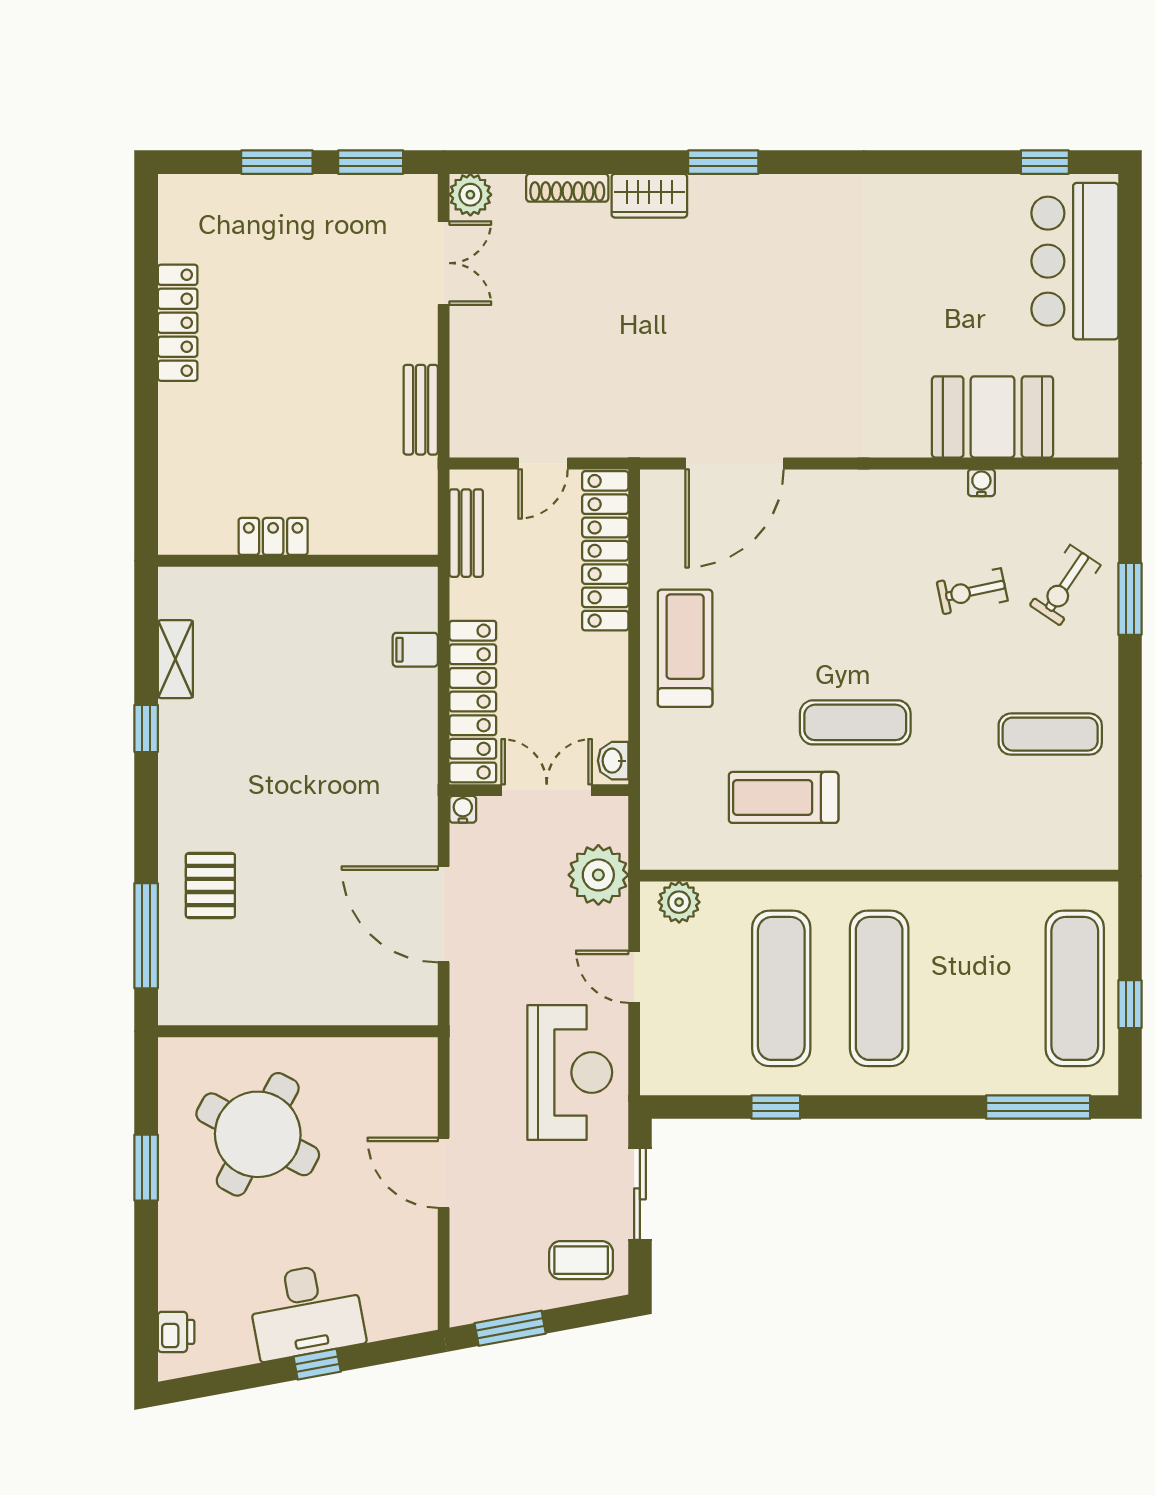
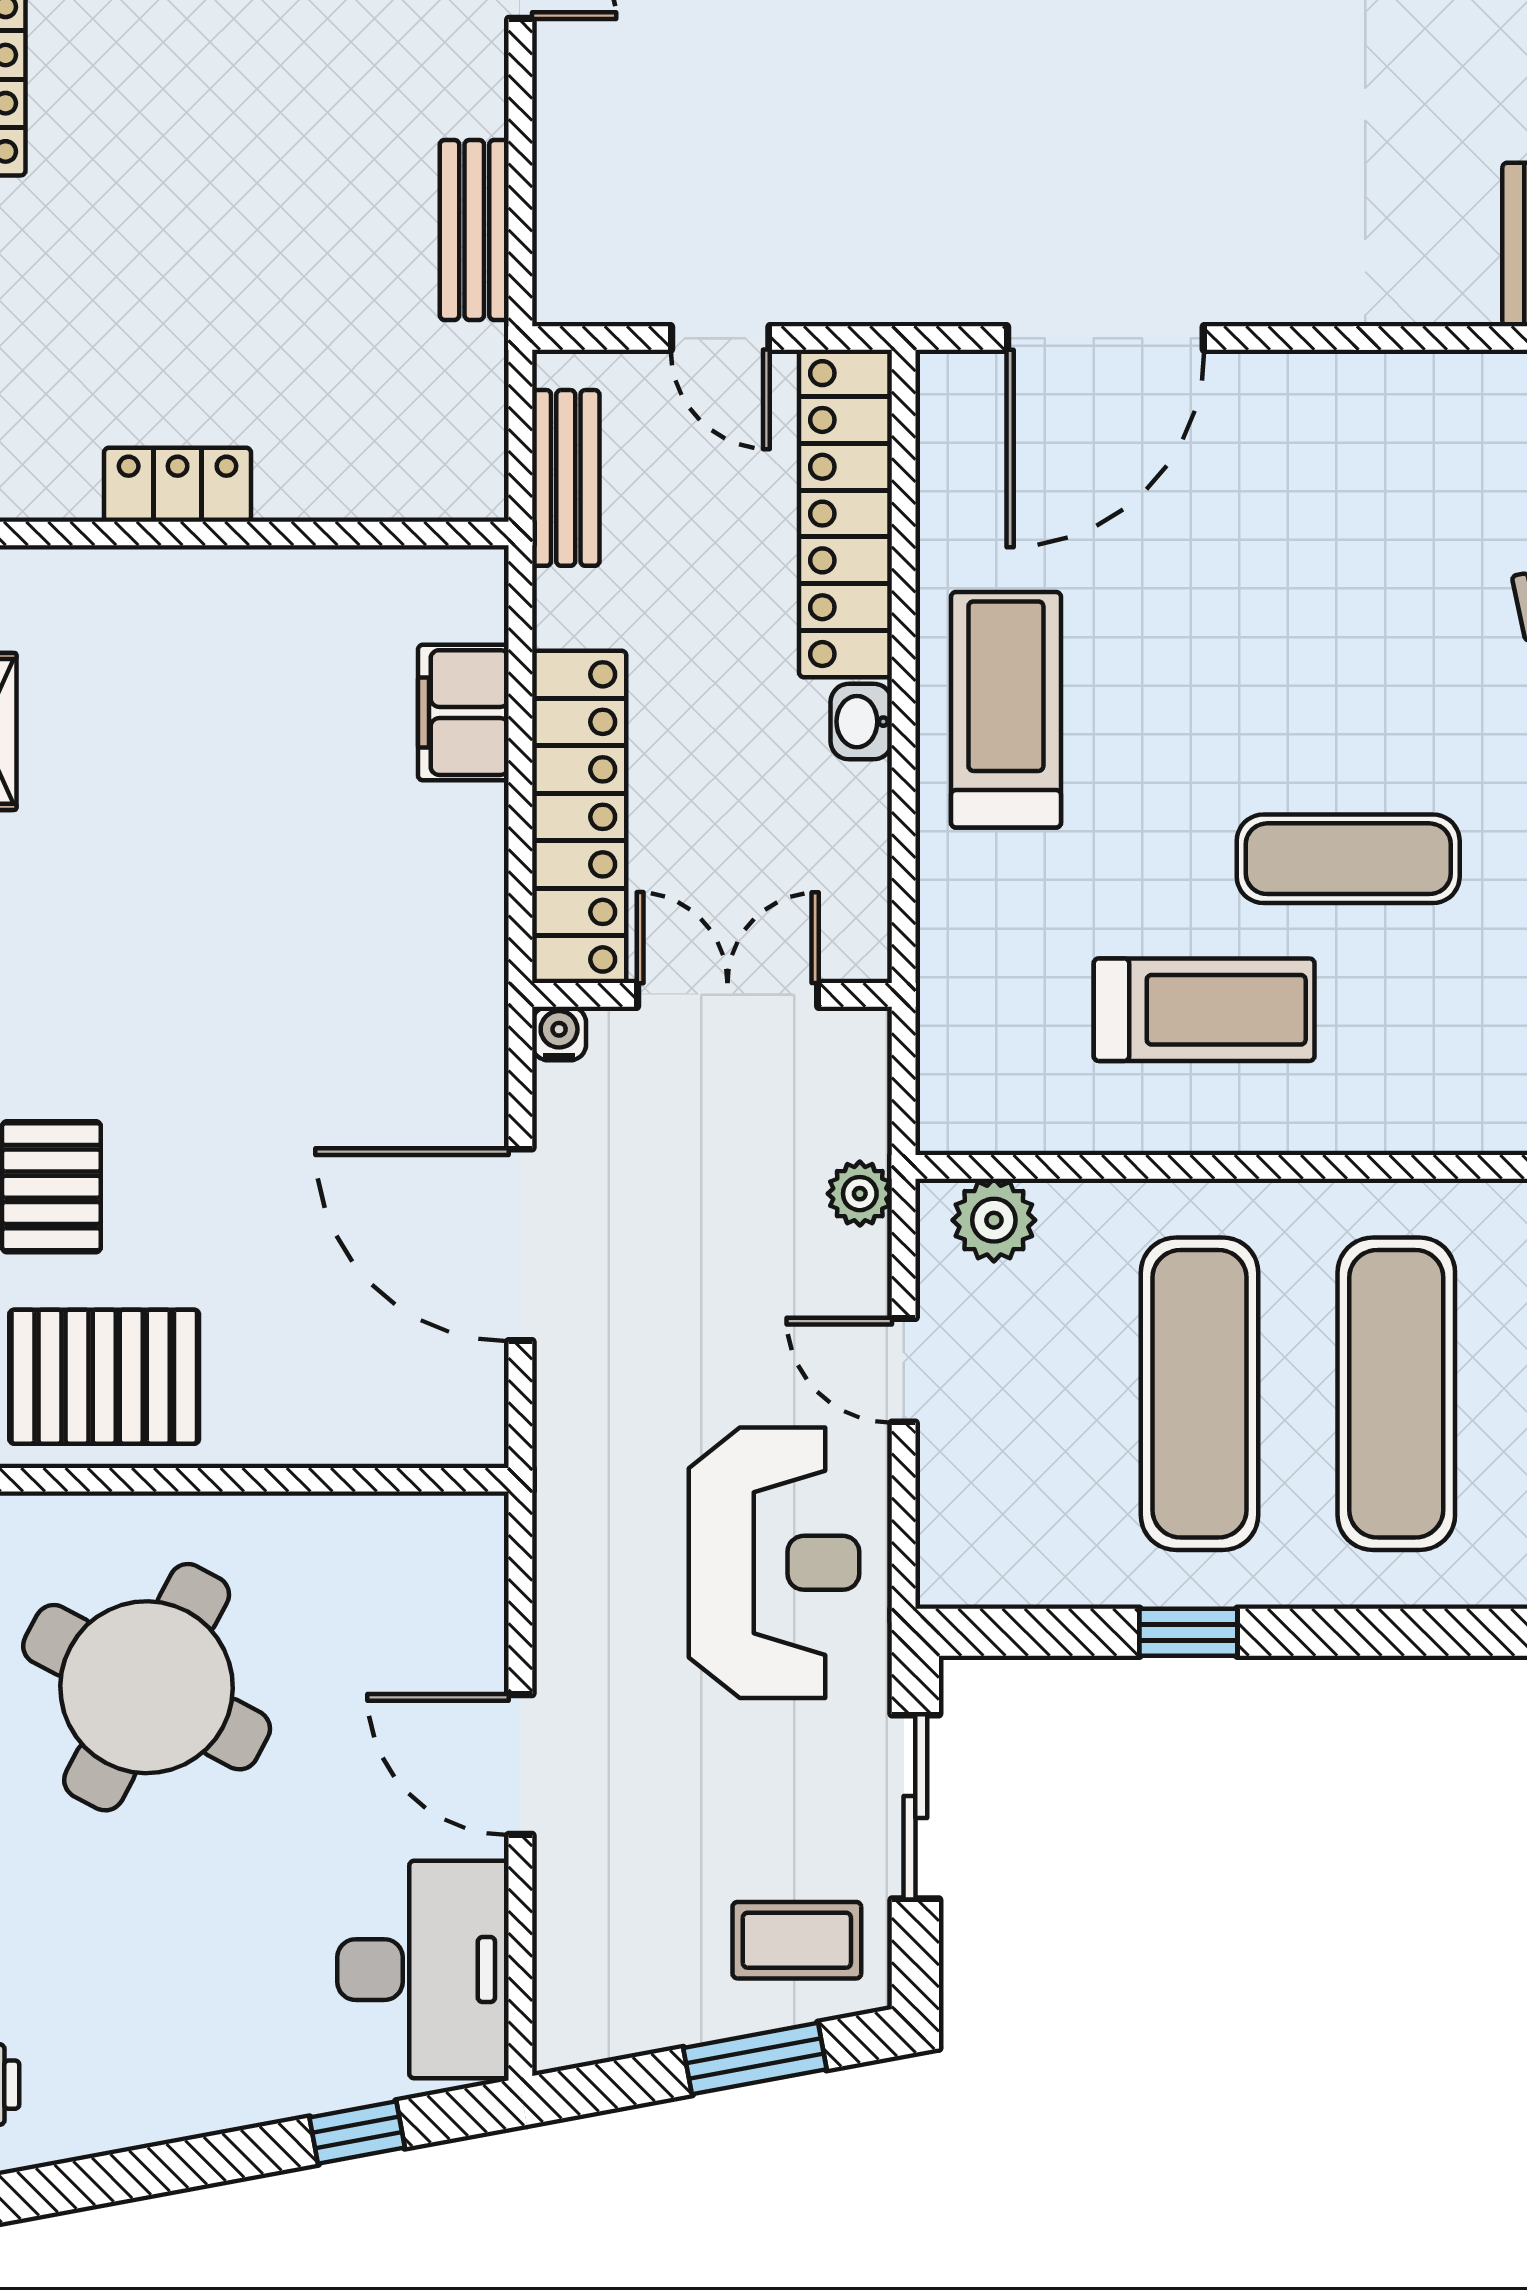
door: (543, 463) -> (720, 338), hinge flipped
filing cabinet: (415, 650) -> (463, 713), width x2.00
washbasin: (613, 761) -> (861, 722), moved
treadmill: (784, 797) -> (1204, 1010), turned 180
plant: (598, 875) -> (860, 1194), width x0.53, depth x0.53
pallet: (237, 980) -> (104, 1377), added
desk: (306, 1311) -> (423, 1970), moved, turned -79
window: (510, 1328) -> (755, 2059), moved
window: (317, 1364) -> (357, 2132), moved

